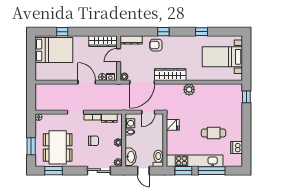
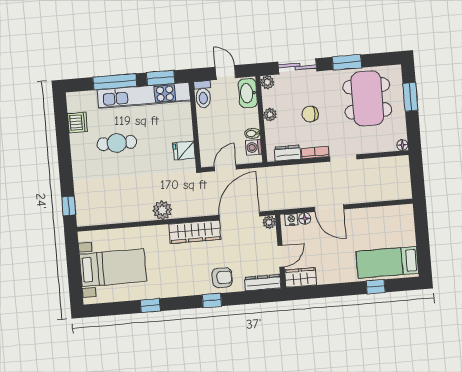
wardrobe: (103, 41) -> (301, 278), width x0.67
bed: (54, 50) -> (387, 262), width x0.67
window: (54, 171) -> (347, 62), moved

